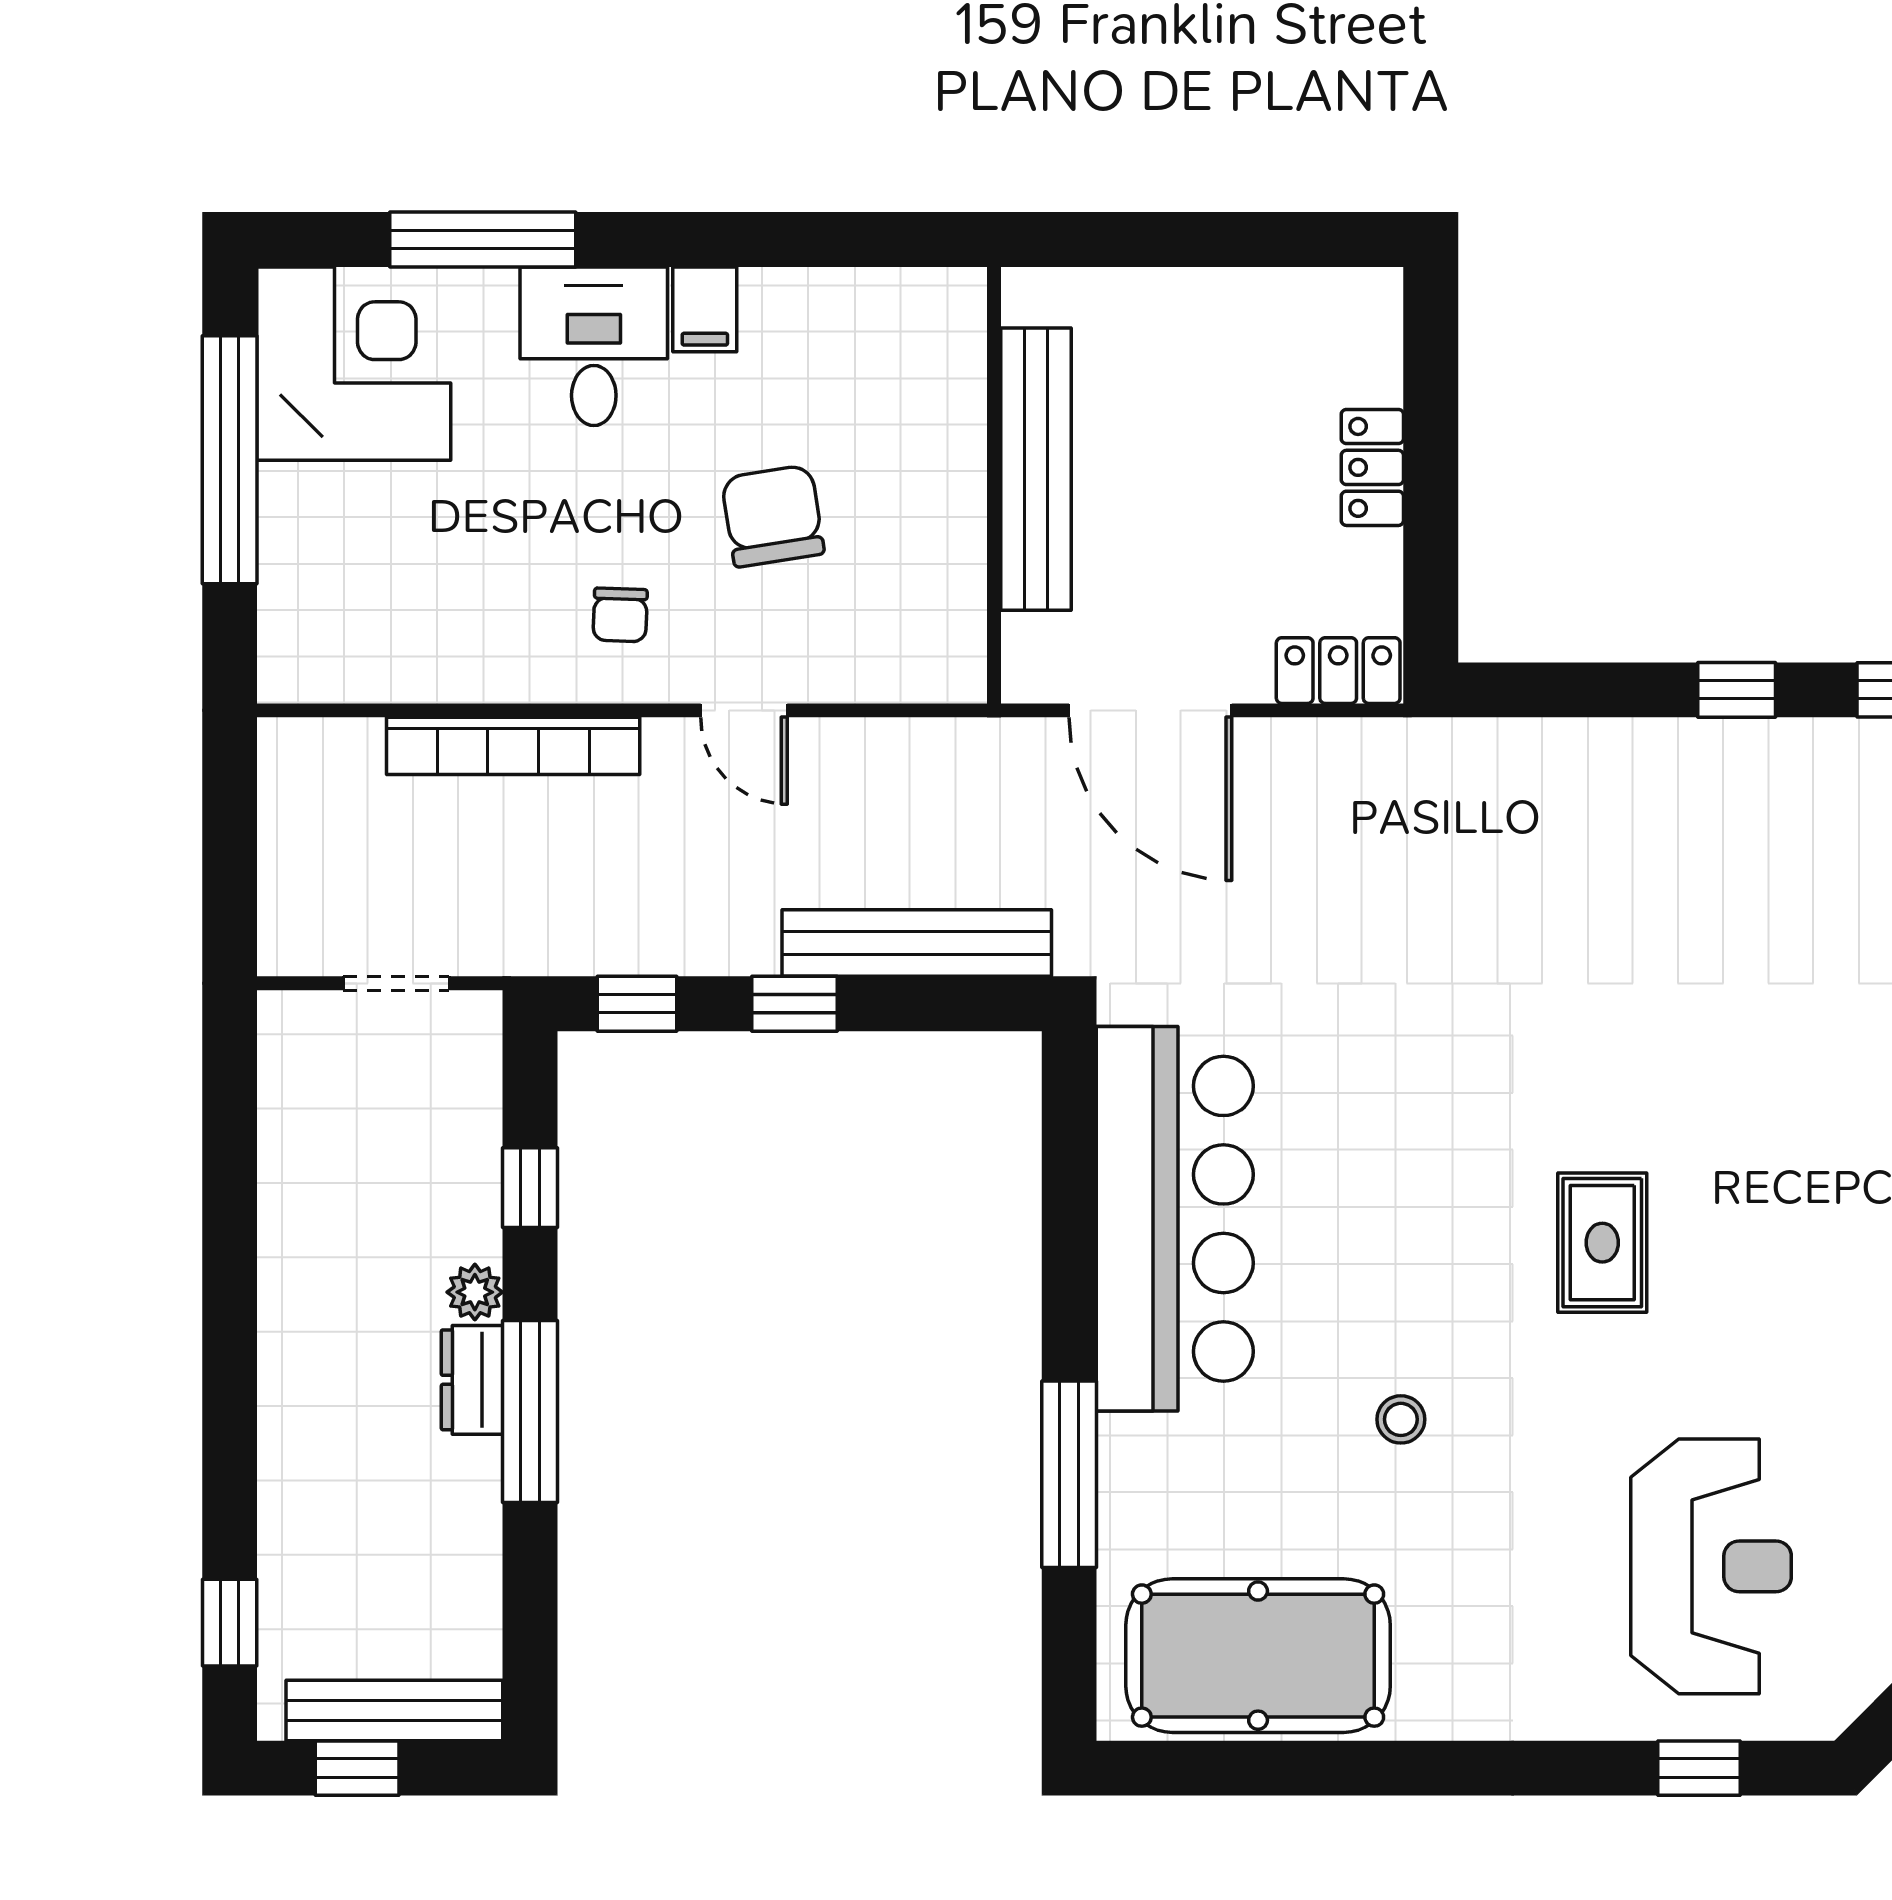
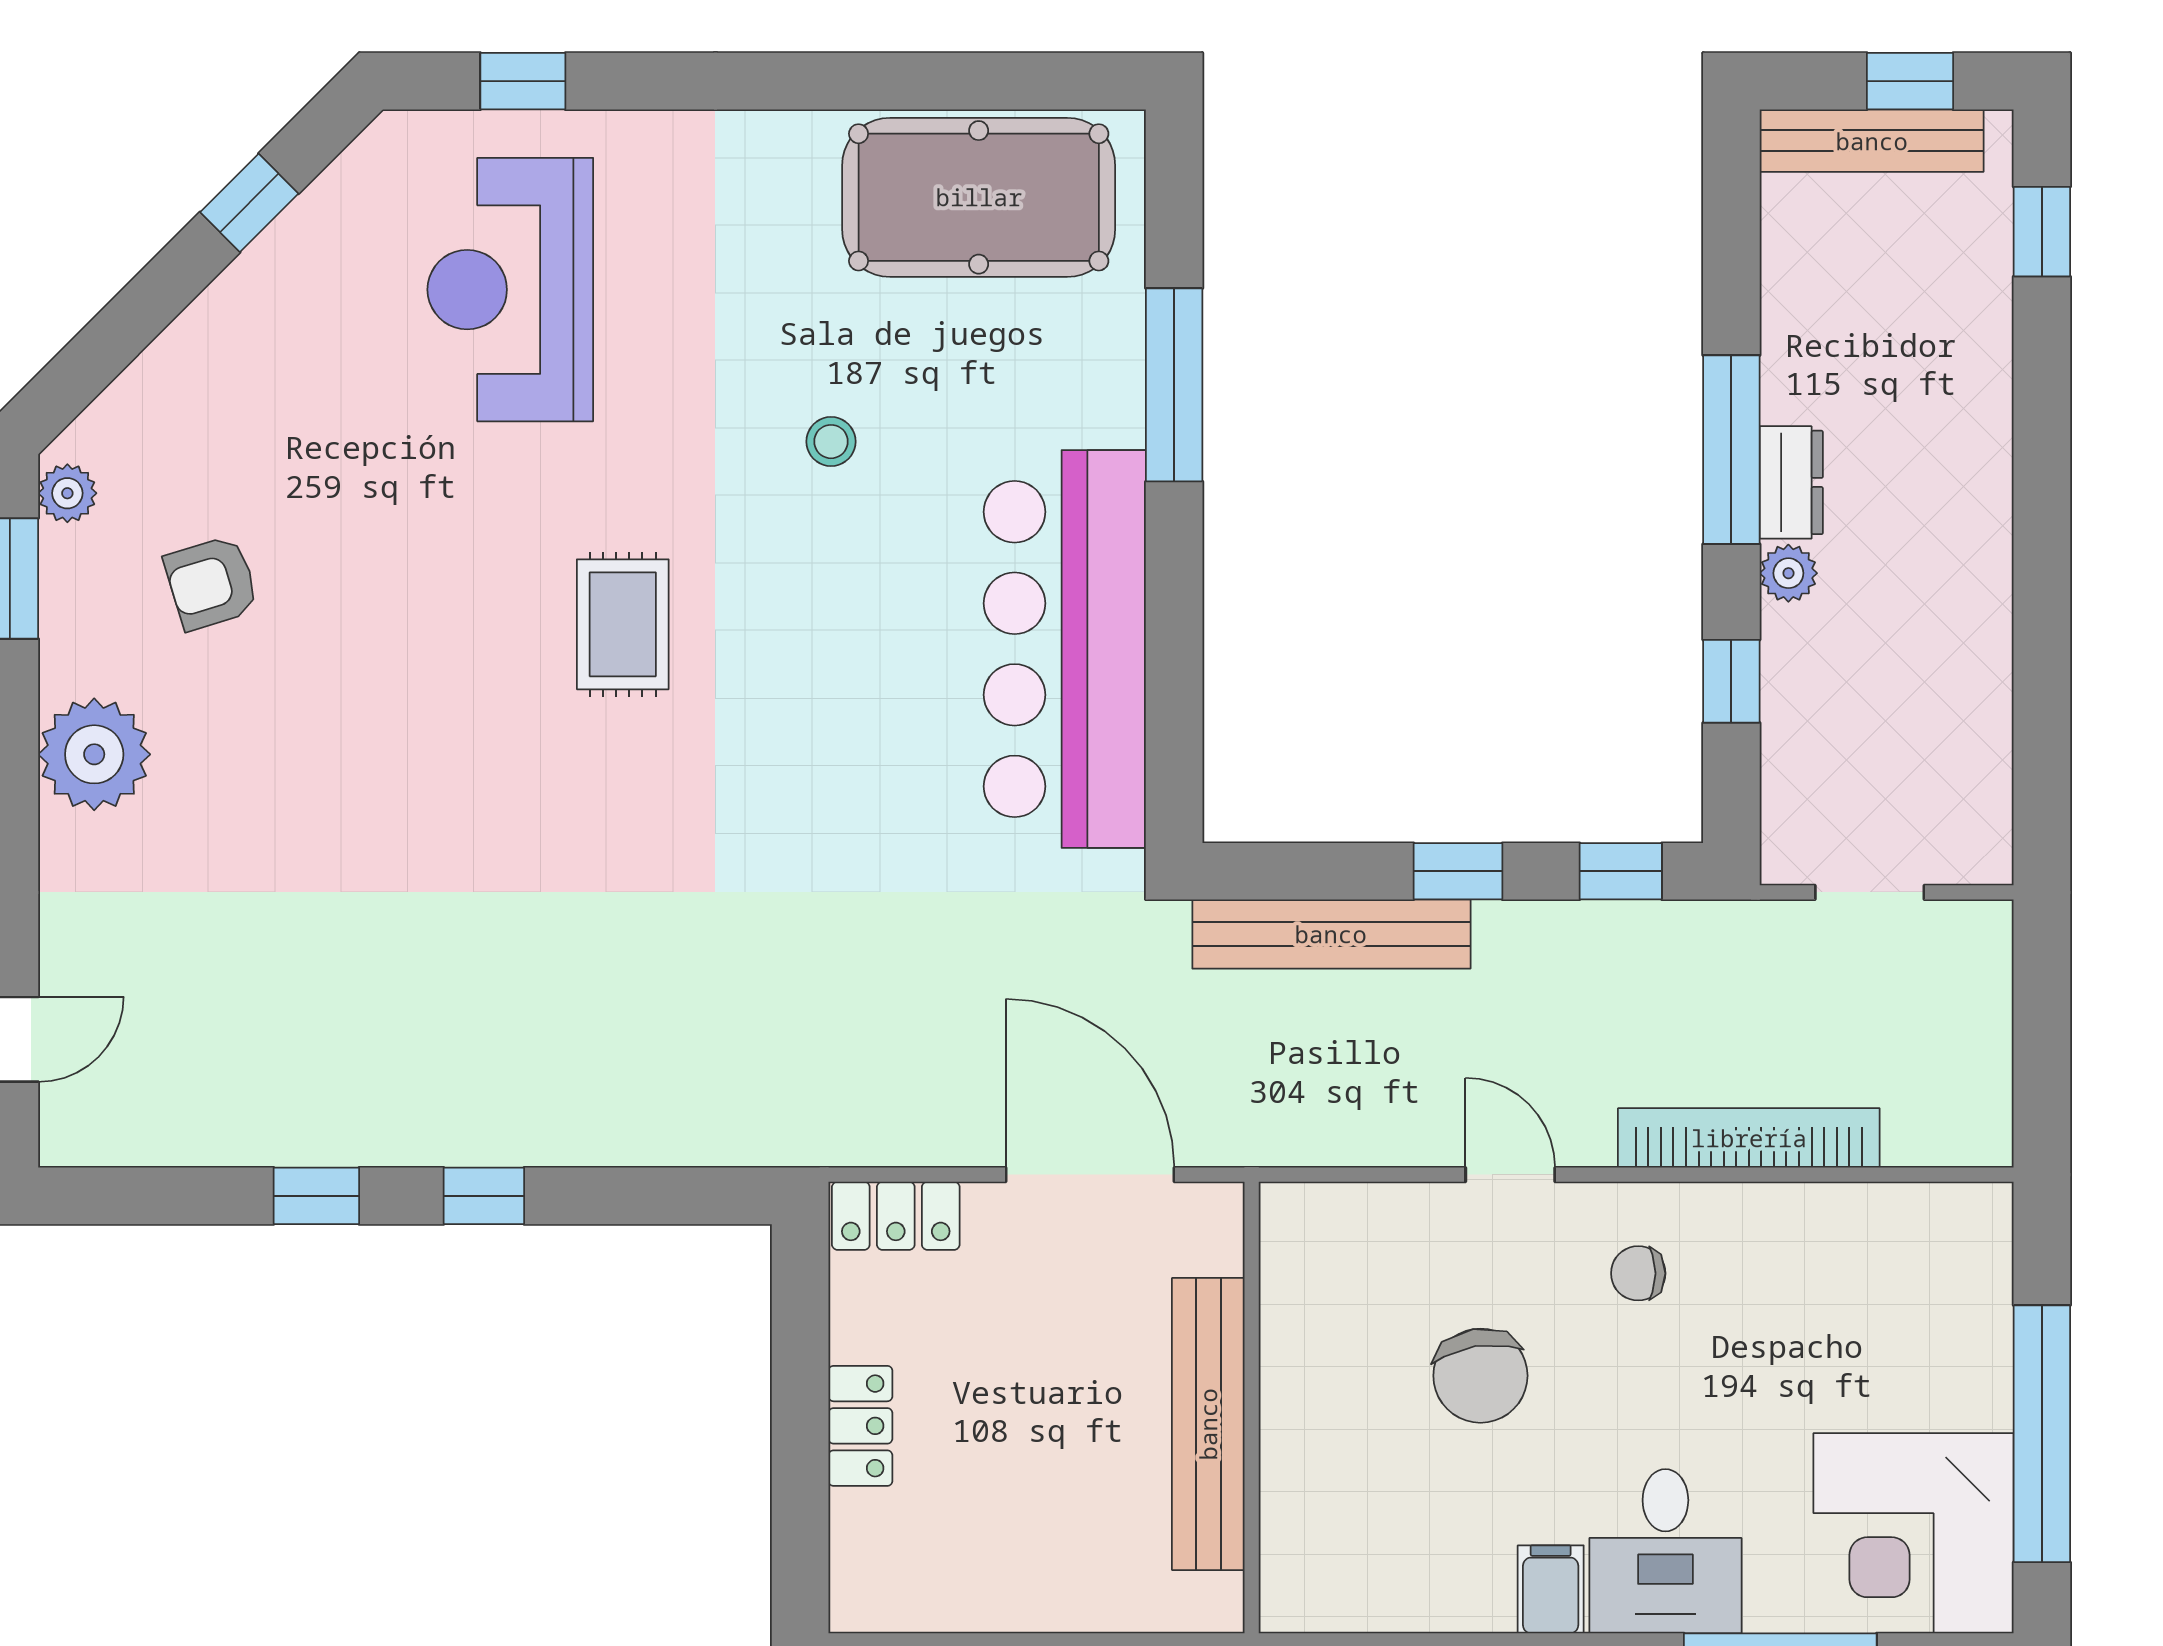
chair: (620, 615) -> (1638, 1273), turned -92

